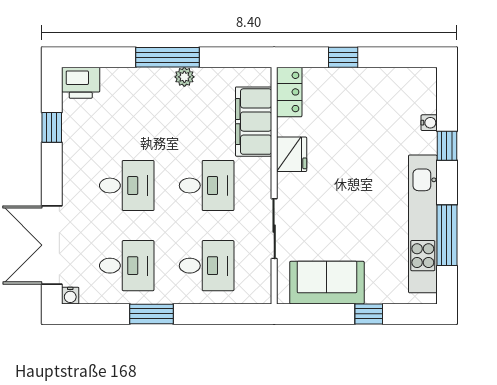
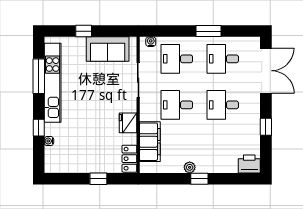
window: (167, 57) -> (199, 179), width x0.46
window: (52, 127) -> (266, 127), moved
water cooler: (70, 296) -> (151, 42), moved

